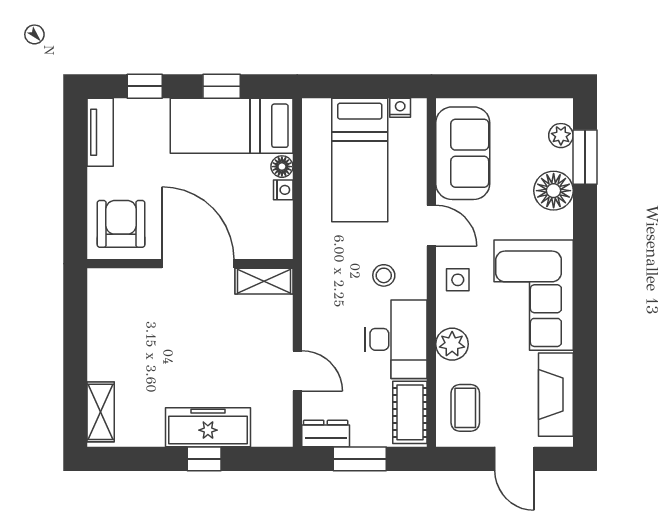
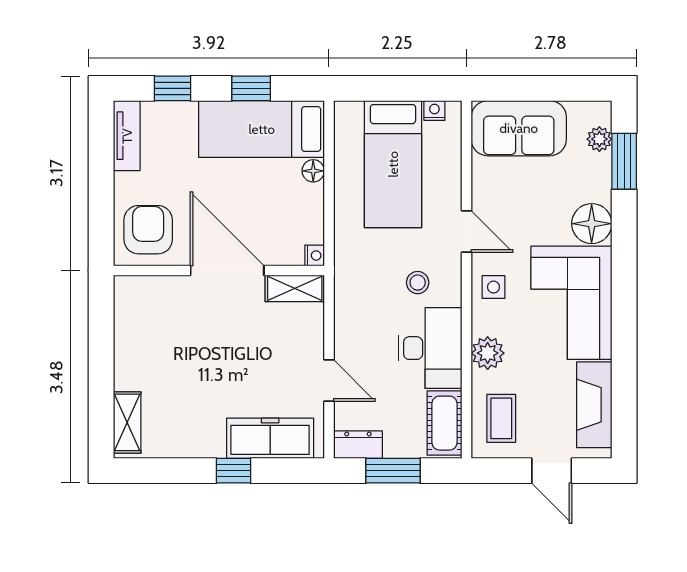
sofa: (463, 153) -> (519, 128), moved, turned 90
nightstand: (283, 190) -> (315, 255), moved
floor lamp: (554, 191) -> (592, 224), moved
freezer: (208, 427) -> (270, 438), moved

